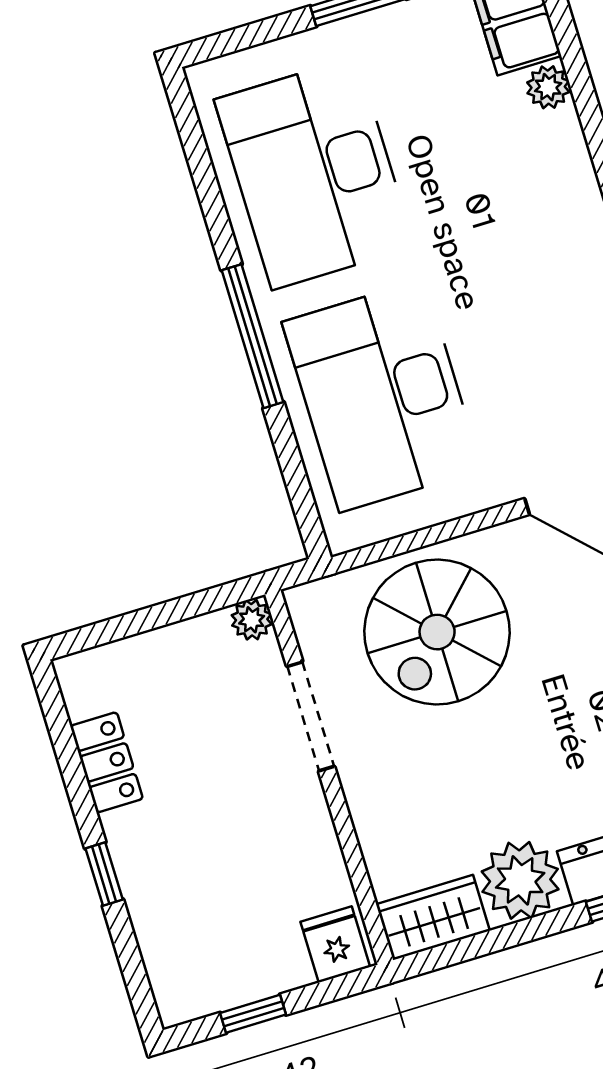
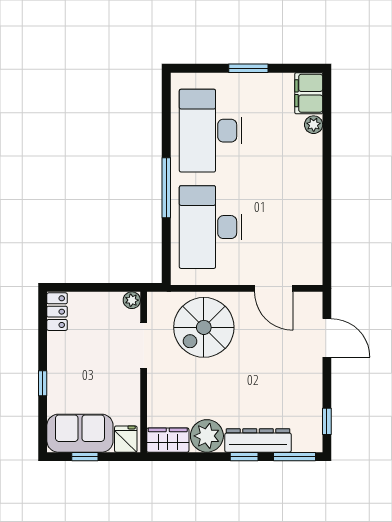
locker: (107, 762) -> (57, 312), moved
sofa: (225, 963) -> (80, 433), added

